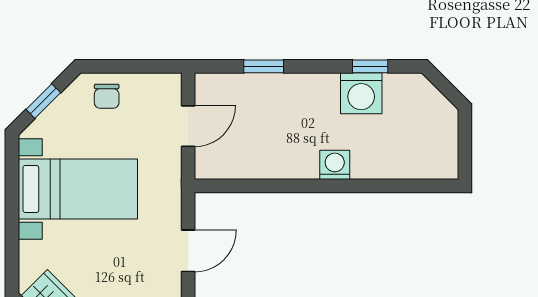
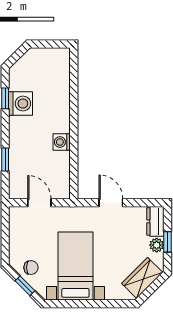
chair: (107, 96) -> (31, 268), moved
washing machine: (335, 165) -> (62, 142), moved

